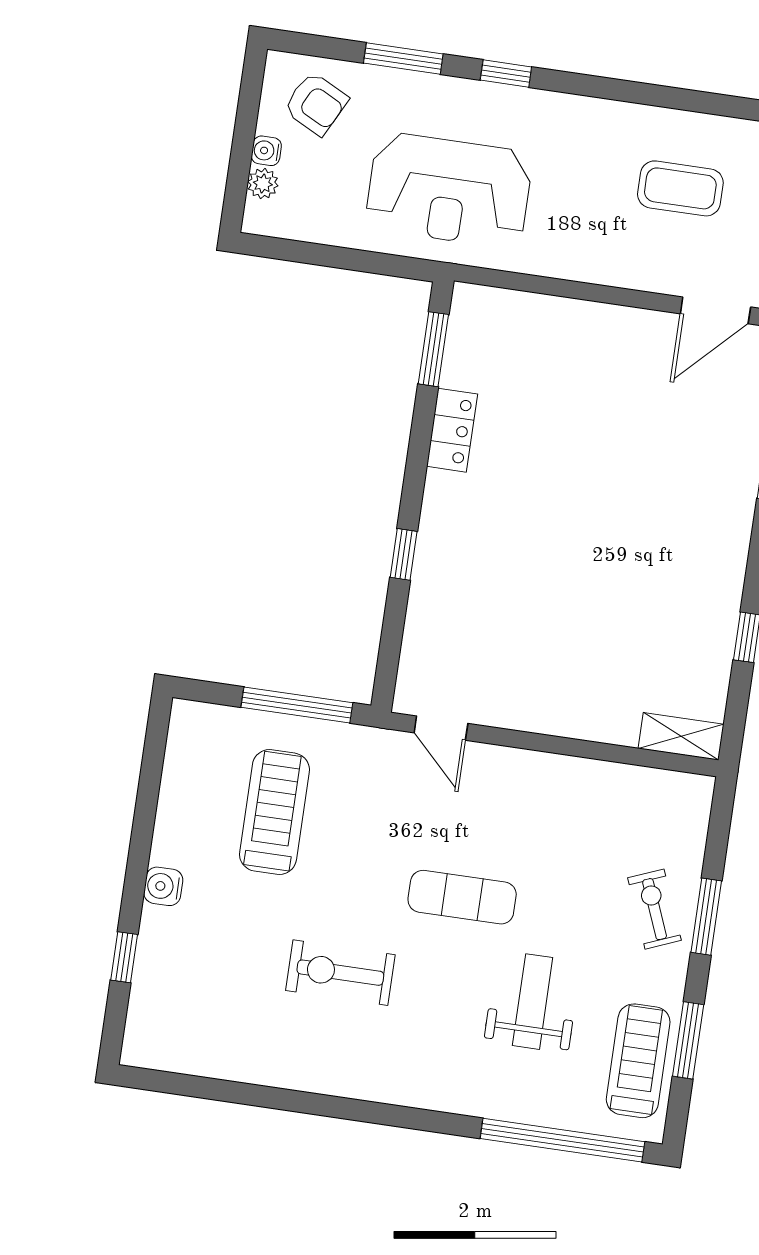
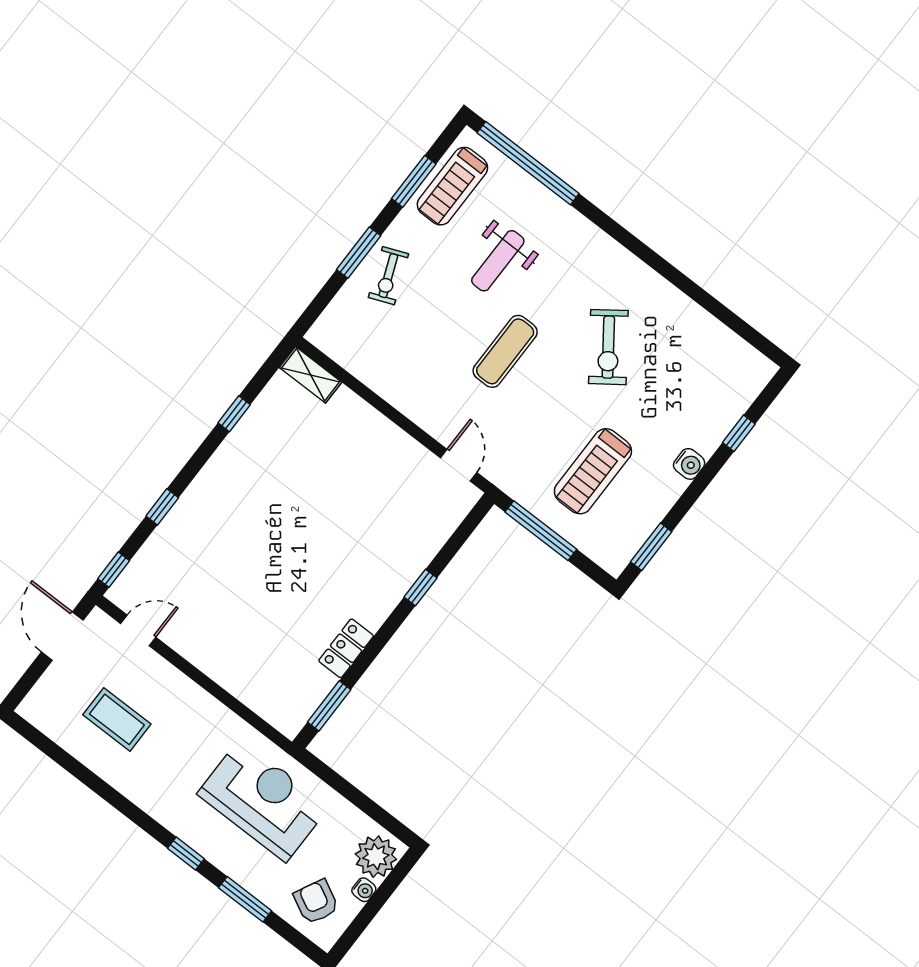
plant: (263, 184) -> (376, 857), width x1.88, depth x1.88
door: (715, 310) -> (138, 630), width x0.73
window: (153, 760) -> (651, 547), added
exercise mat: (462, 897) -> (505, 351), turned 90
exercise bike: (340, 973) -> (608, 347), turned 54

